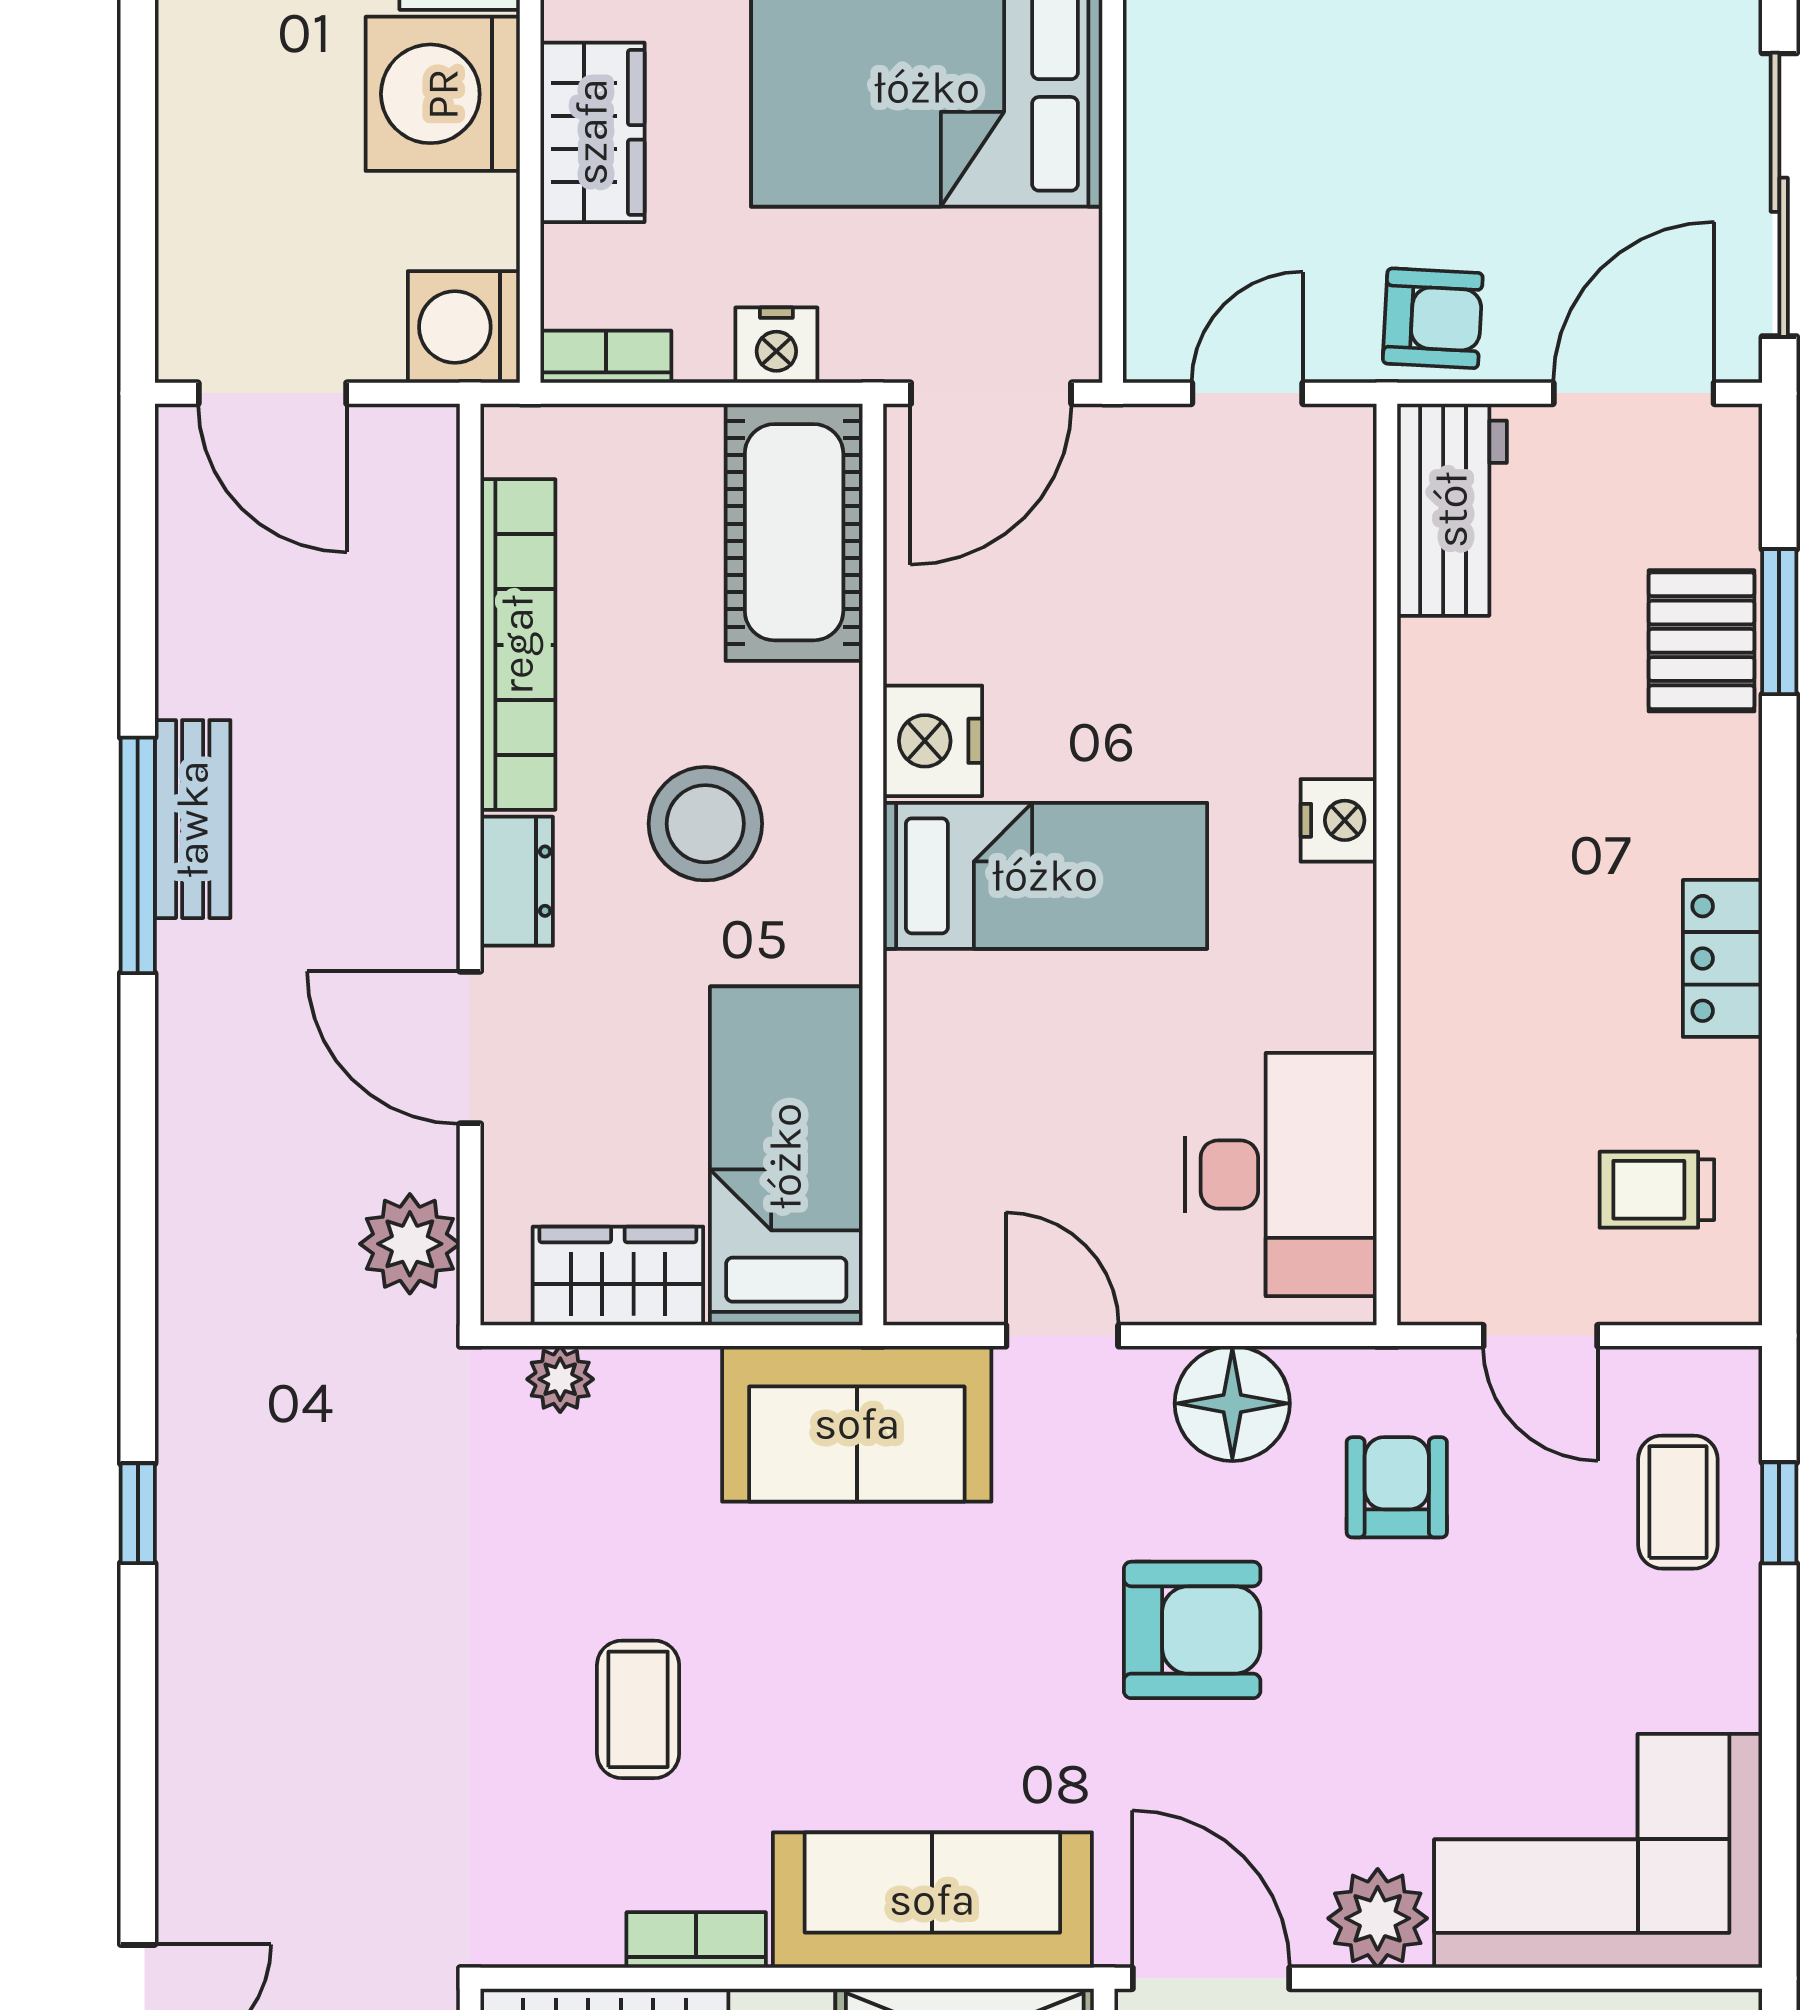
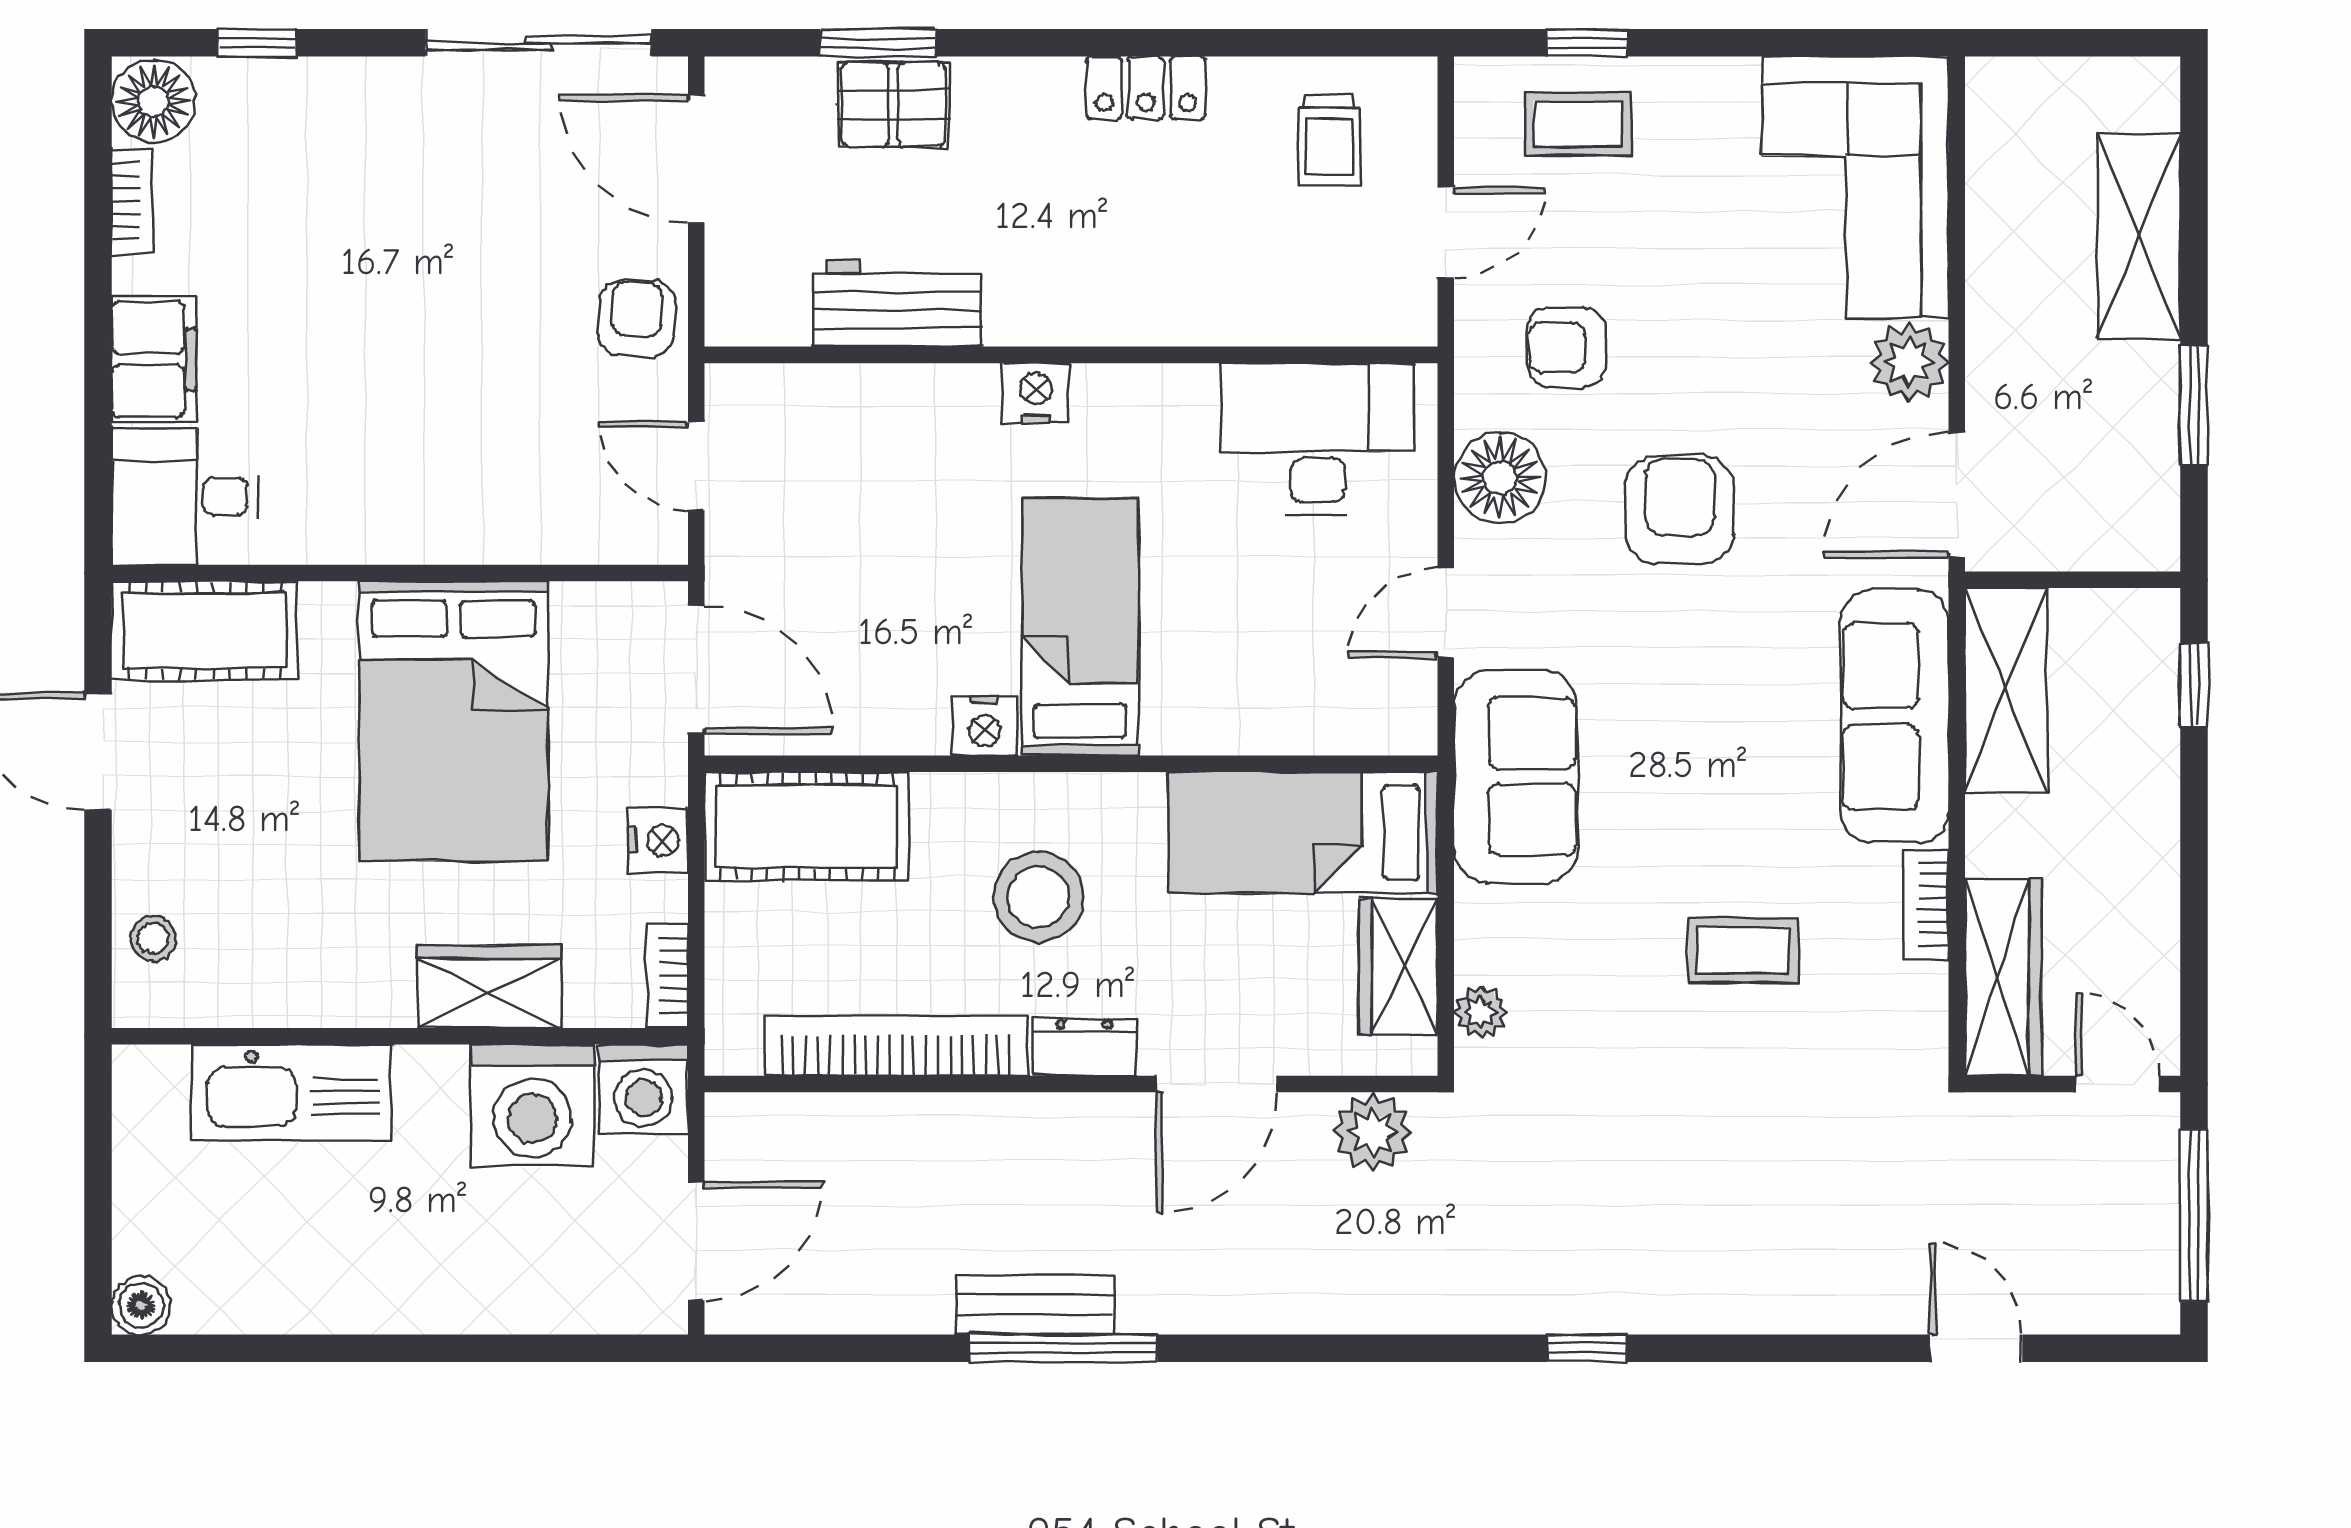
washing machine: (443, 94) -> (532, 1106), moved
workbench: (1452, 510) -> (897, 303), moved
nightstand: (933, 741) -> (984, 726), width x0.74, depth x0.75

